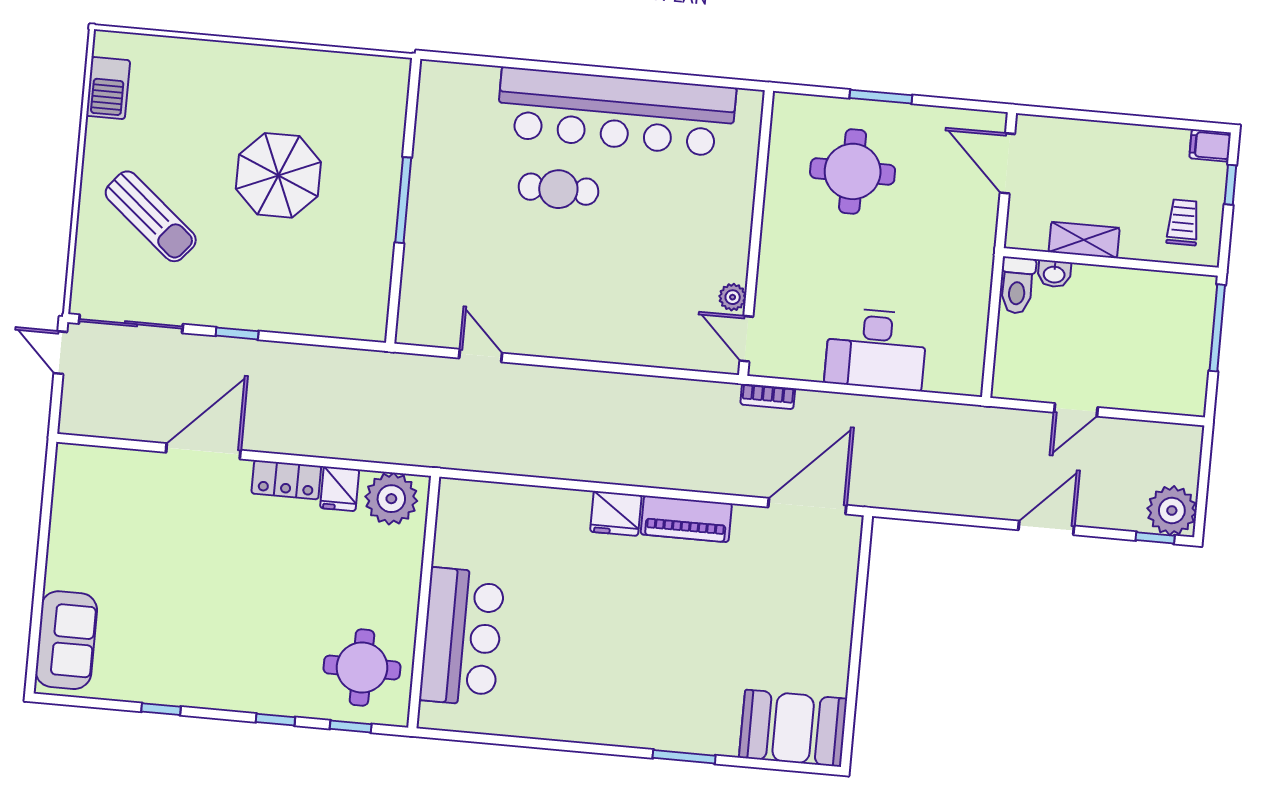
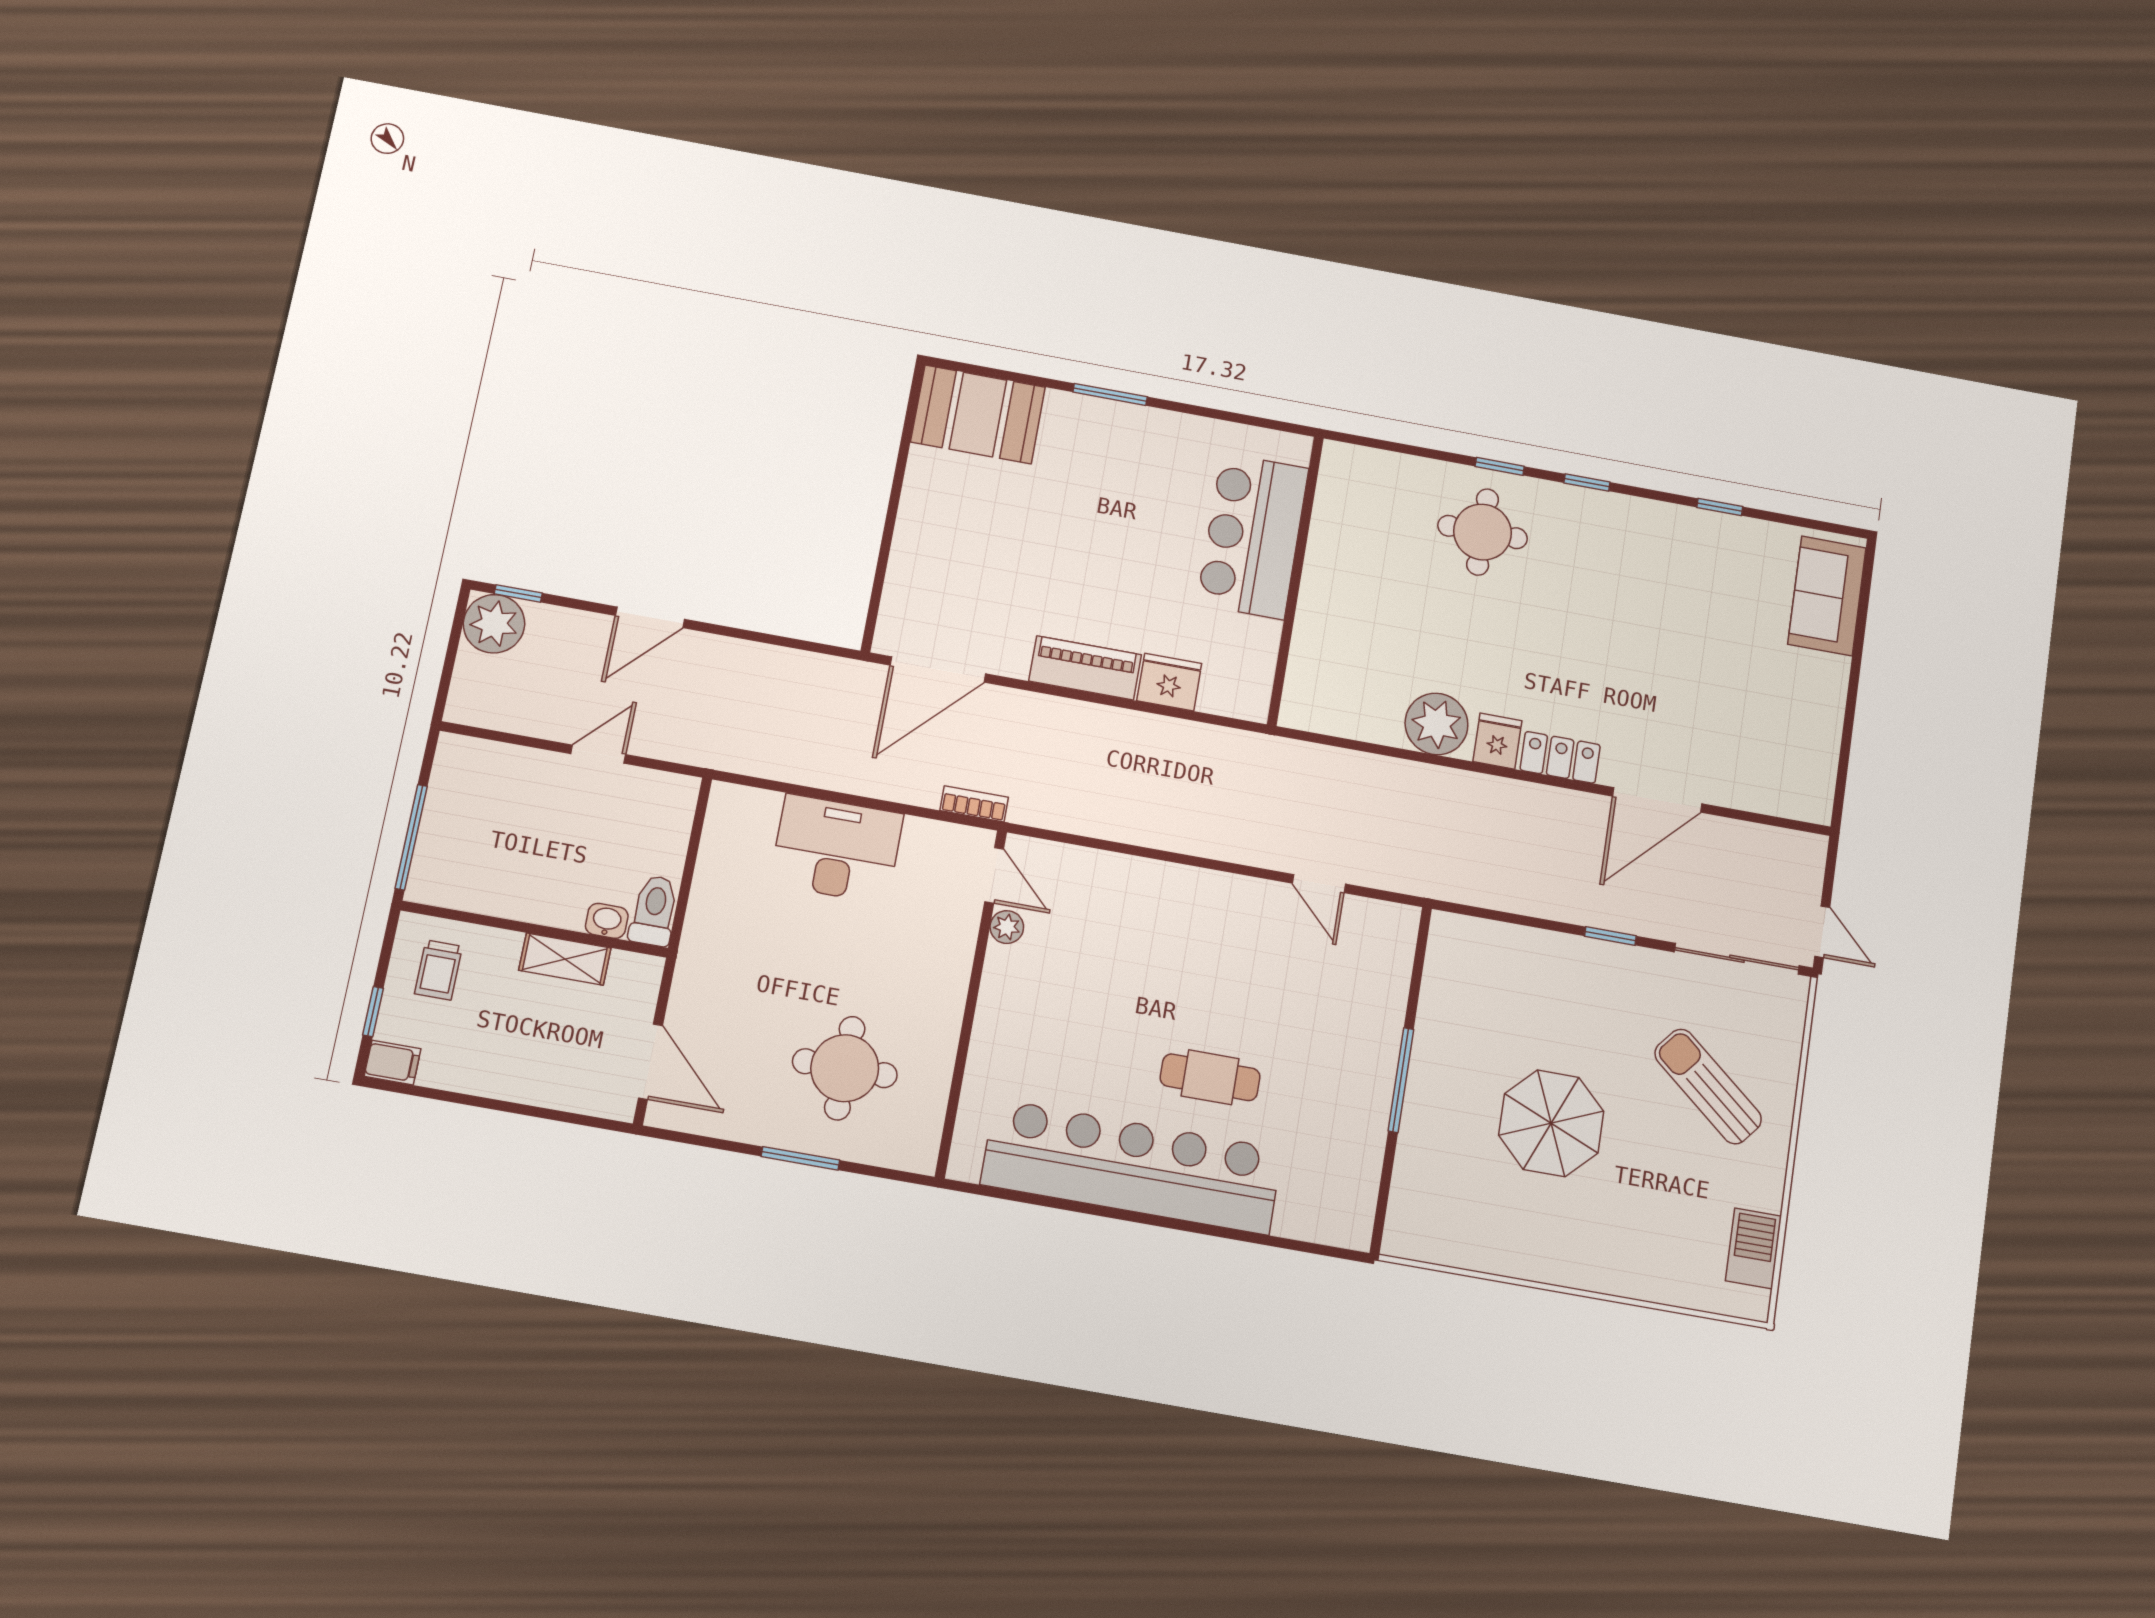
wall: (424, 602) -> (1295, 580), moved
bar counter: (462, 637) -> (1253, 536), moved

